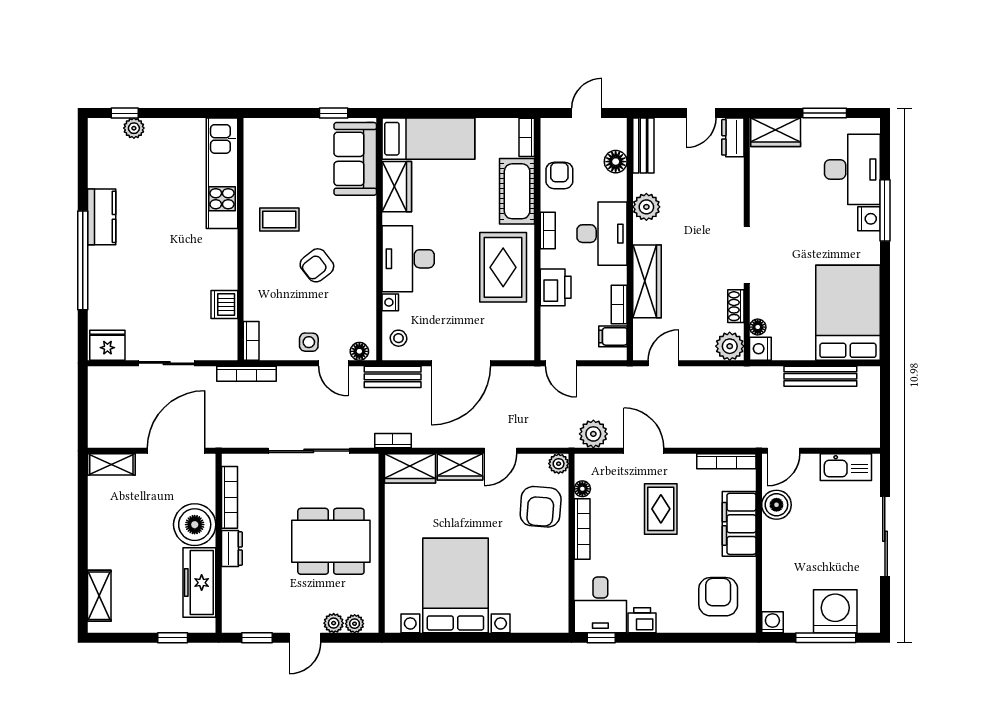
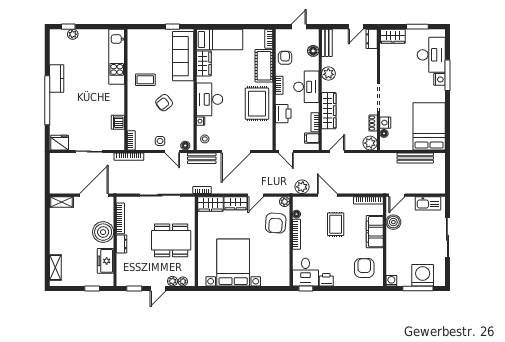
sofa: (355, 159) -> (183, 56), width x1.36
nightstand: (760, 349) -> (385, 123), moved
freezer: (199, 583) -> (105, 261), width x0.71

